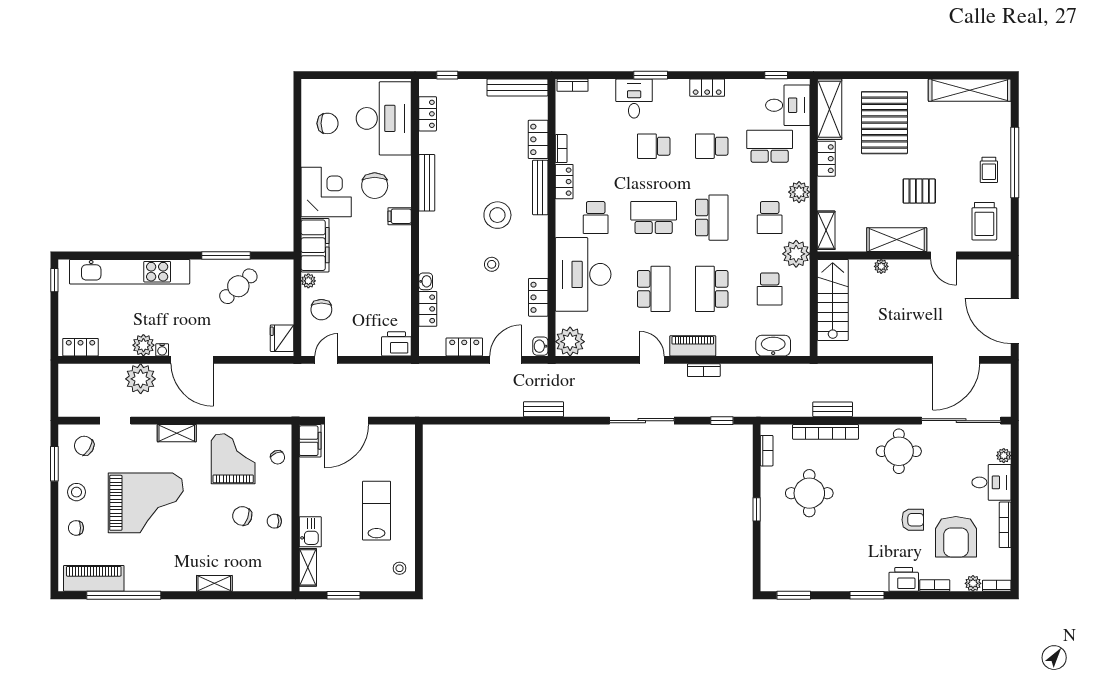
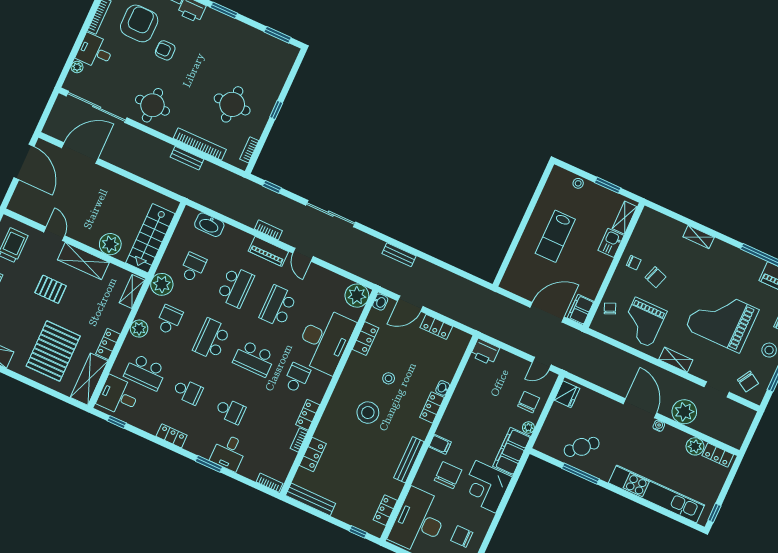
bench: (540, 187) -> (327, 418), removed
plant: (881, 266) -> (110, 244), width x1.88, depth x1.88
locker: (428, 309) -> (432, 407), moved
plant: (143, 345) -> (695, 446), moved
stool: (399, 568) -> (578, 183), moved

